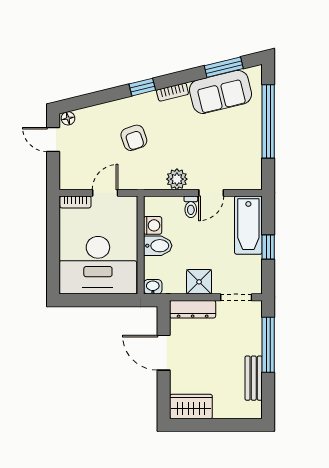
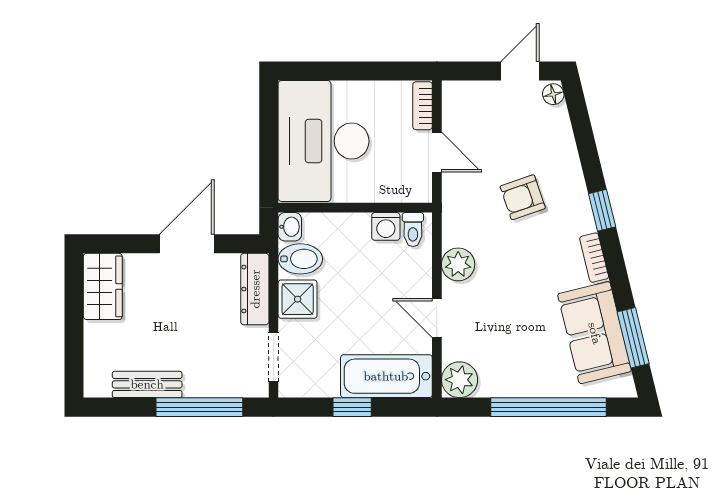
plant: (251, 178) -> (460, 380), added
toilet: (191, 207) -> (413, 230), moved, turned -90
bidet: (158, 246) -> (300, 259), moved, turned -90

